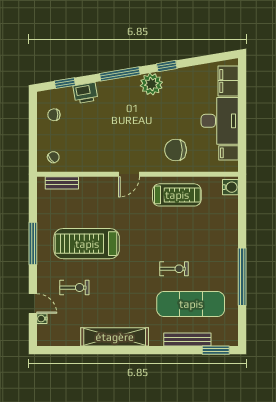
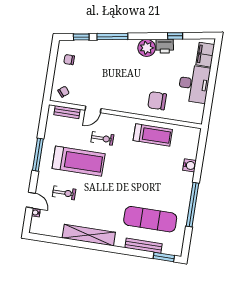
window: (167, 66) -> (175, 36), moved
window: (120, 74) -> (112, 37), moved
printer: (85, 93) -> (165, 46), moved
filing cabinet: (229, 153) -> (197, 109), removed
door: (129, 174) -> (93, 109), moved
water cooler: (230, 187) -> (190, 165), moved
treadmill: (87, 244) -> (79, 161), turned 180
exercise bike: (174, 269) -> (102, 138), moved

